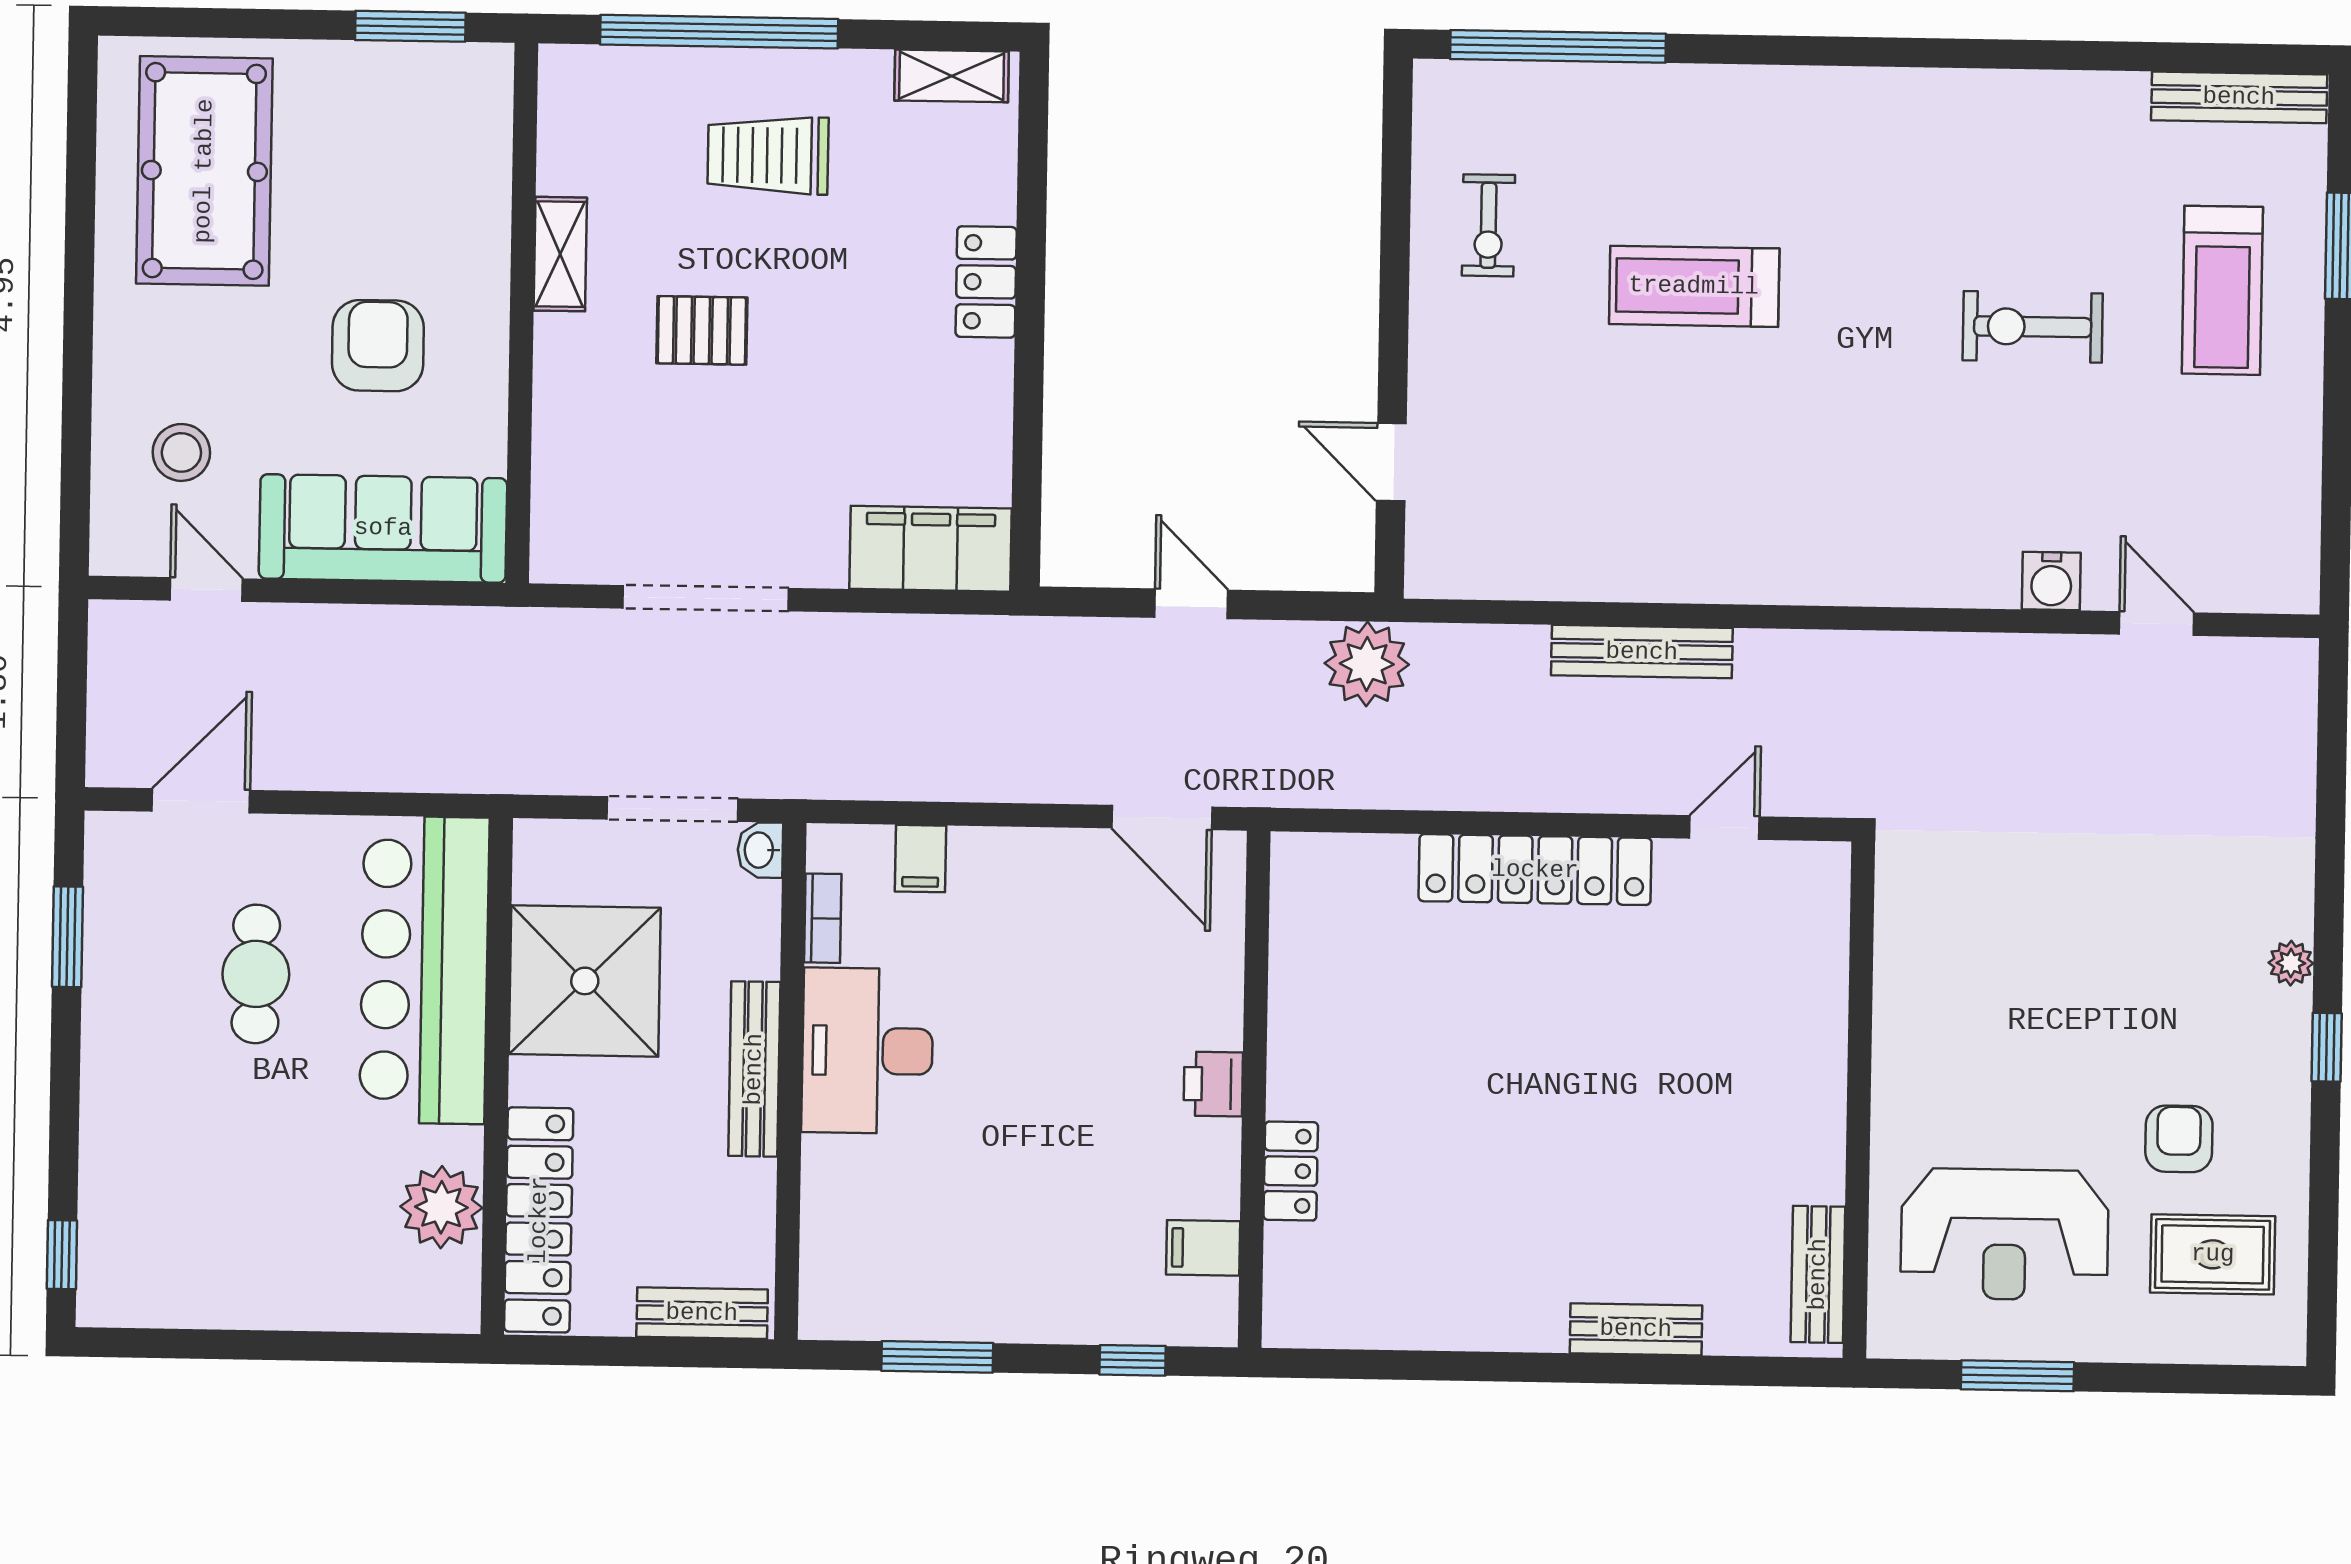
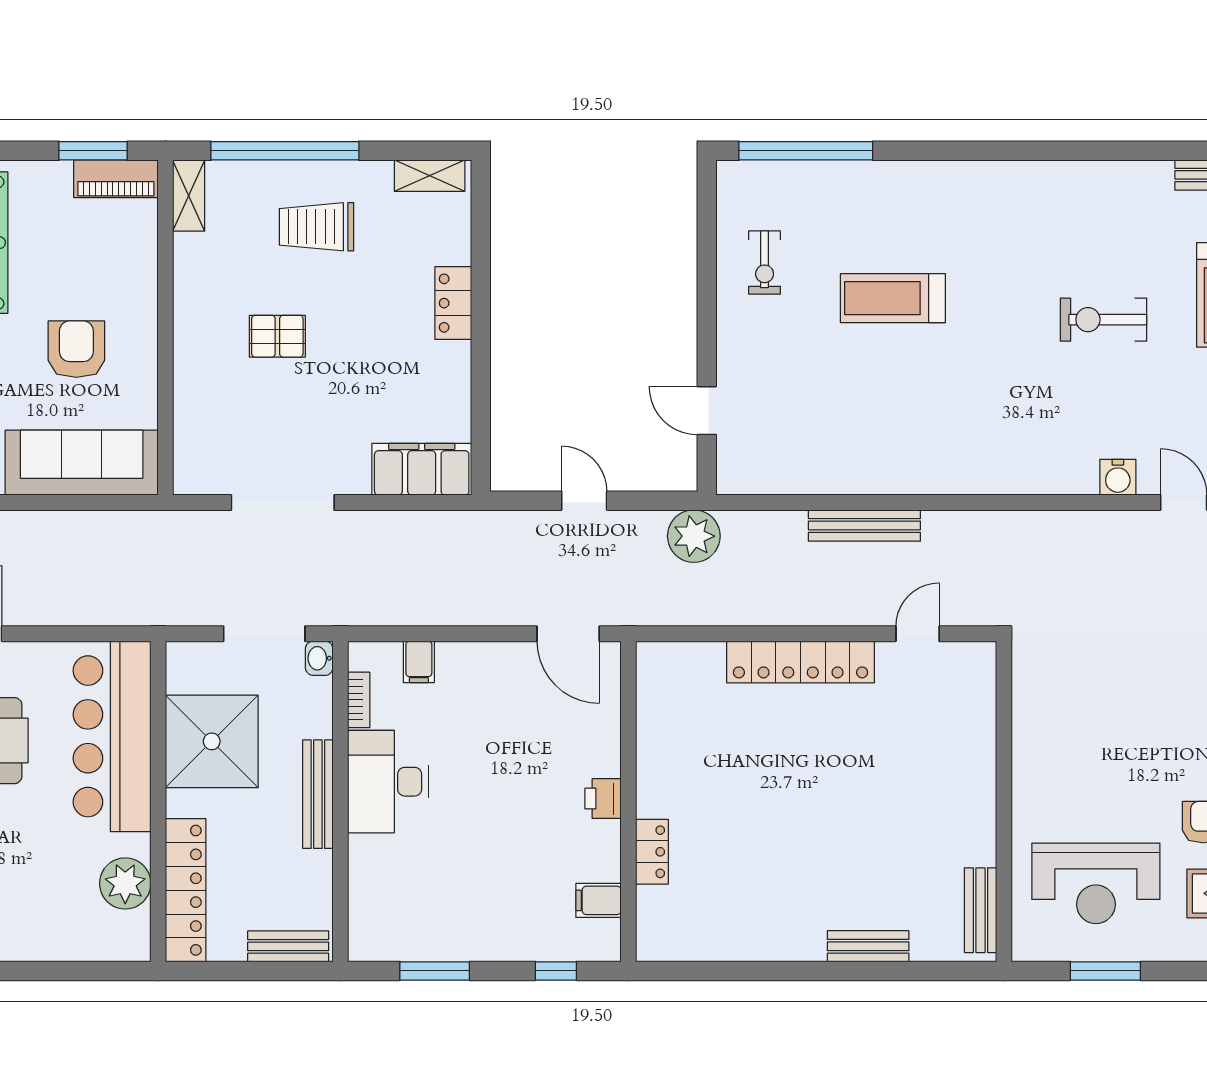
piano: (446, 72) -> (116, 179), added
shelving: (560, 254) -> (189, 196), moved

